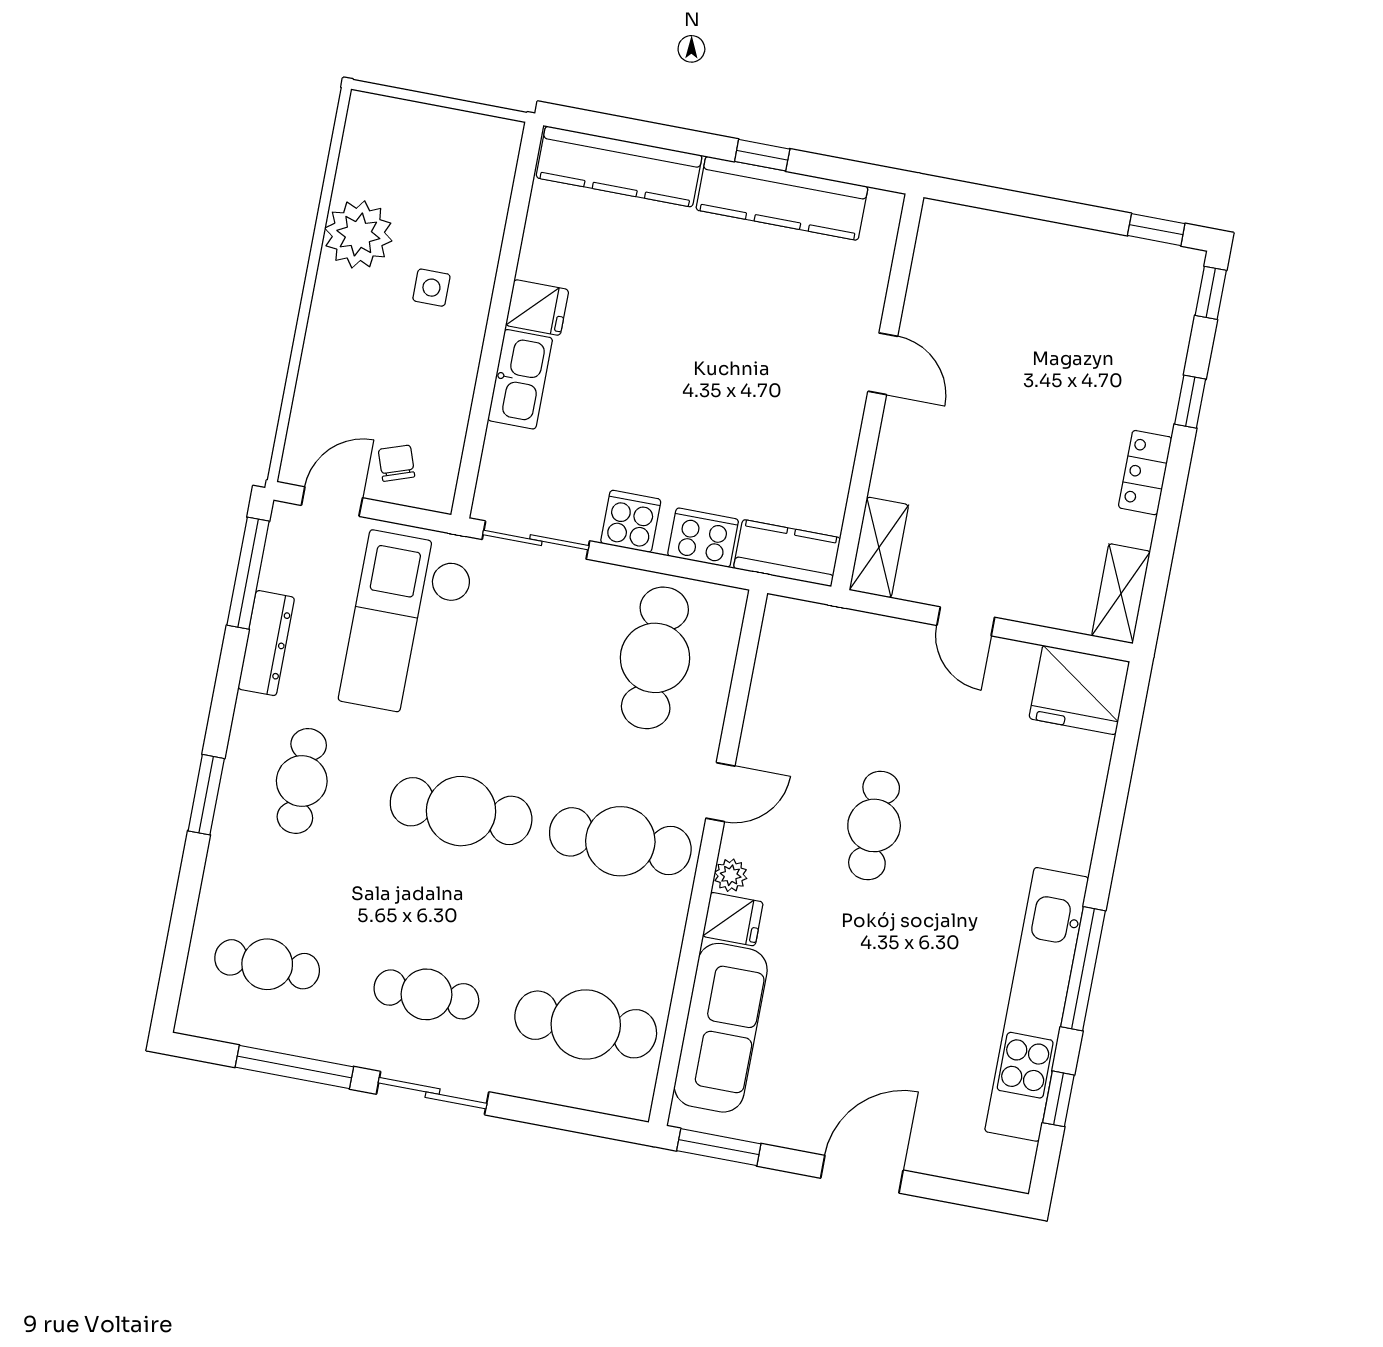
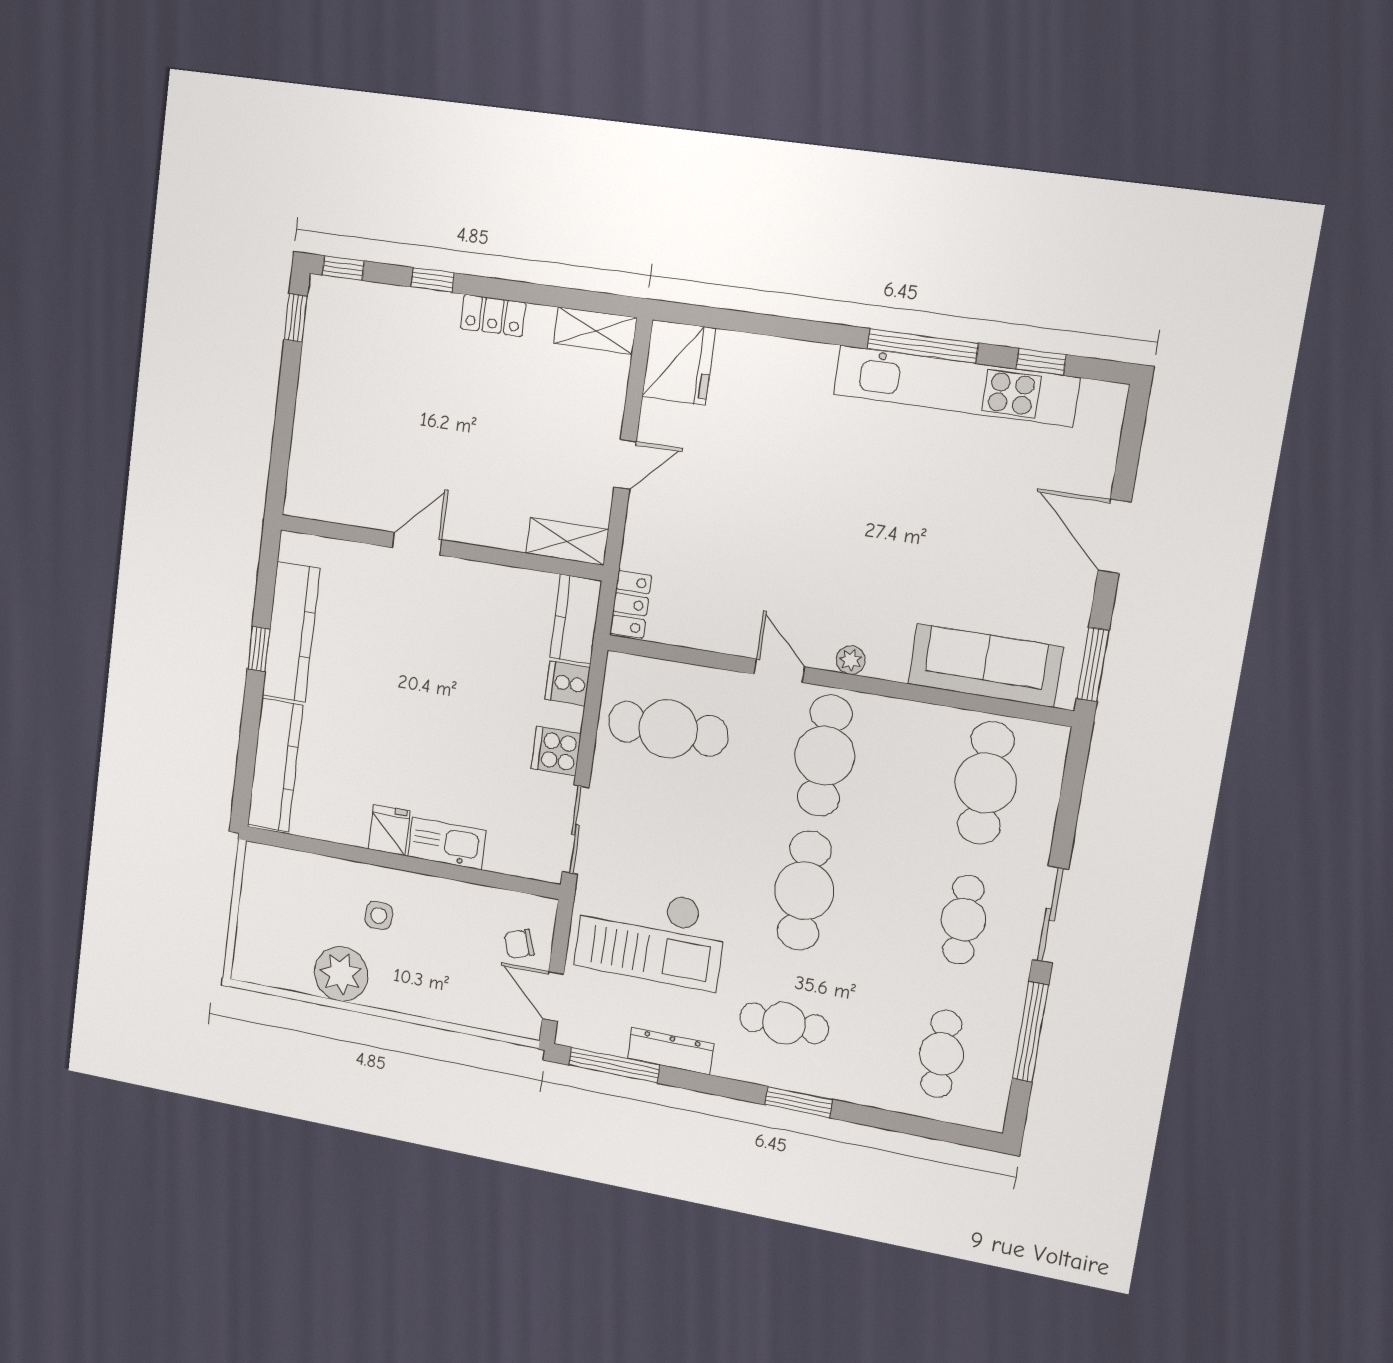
cooker: (703, 538) -> (567, 683), width x0.73
locker: (803, 620) -> (631, 604), added
cafe table: (874, 825) -> (803, 537), removed
fridge: (733, 919) -> (889, 657), removed

